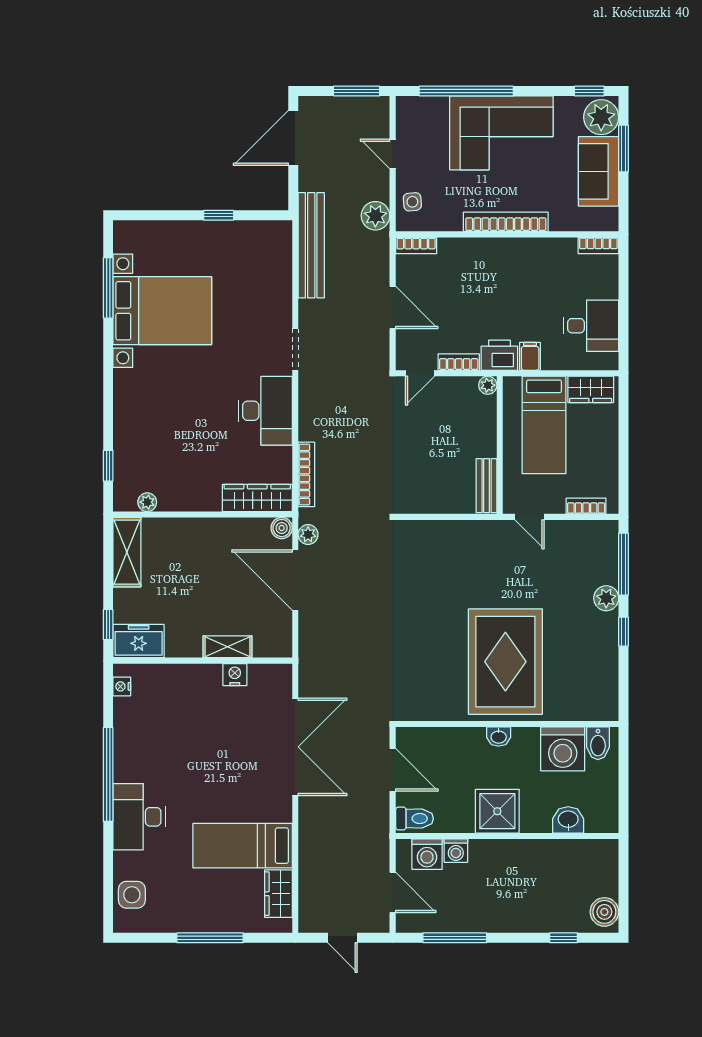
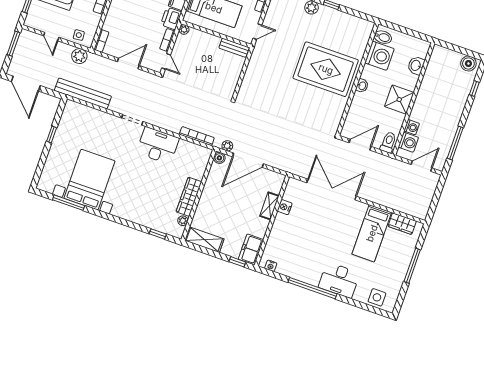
door: (393, 154) -> (51, 37), hinge flipped
wardrobe: (257, 498) -> (189, 197), moved
door: (342, 938) -> (435, 199), removed

